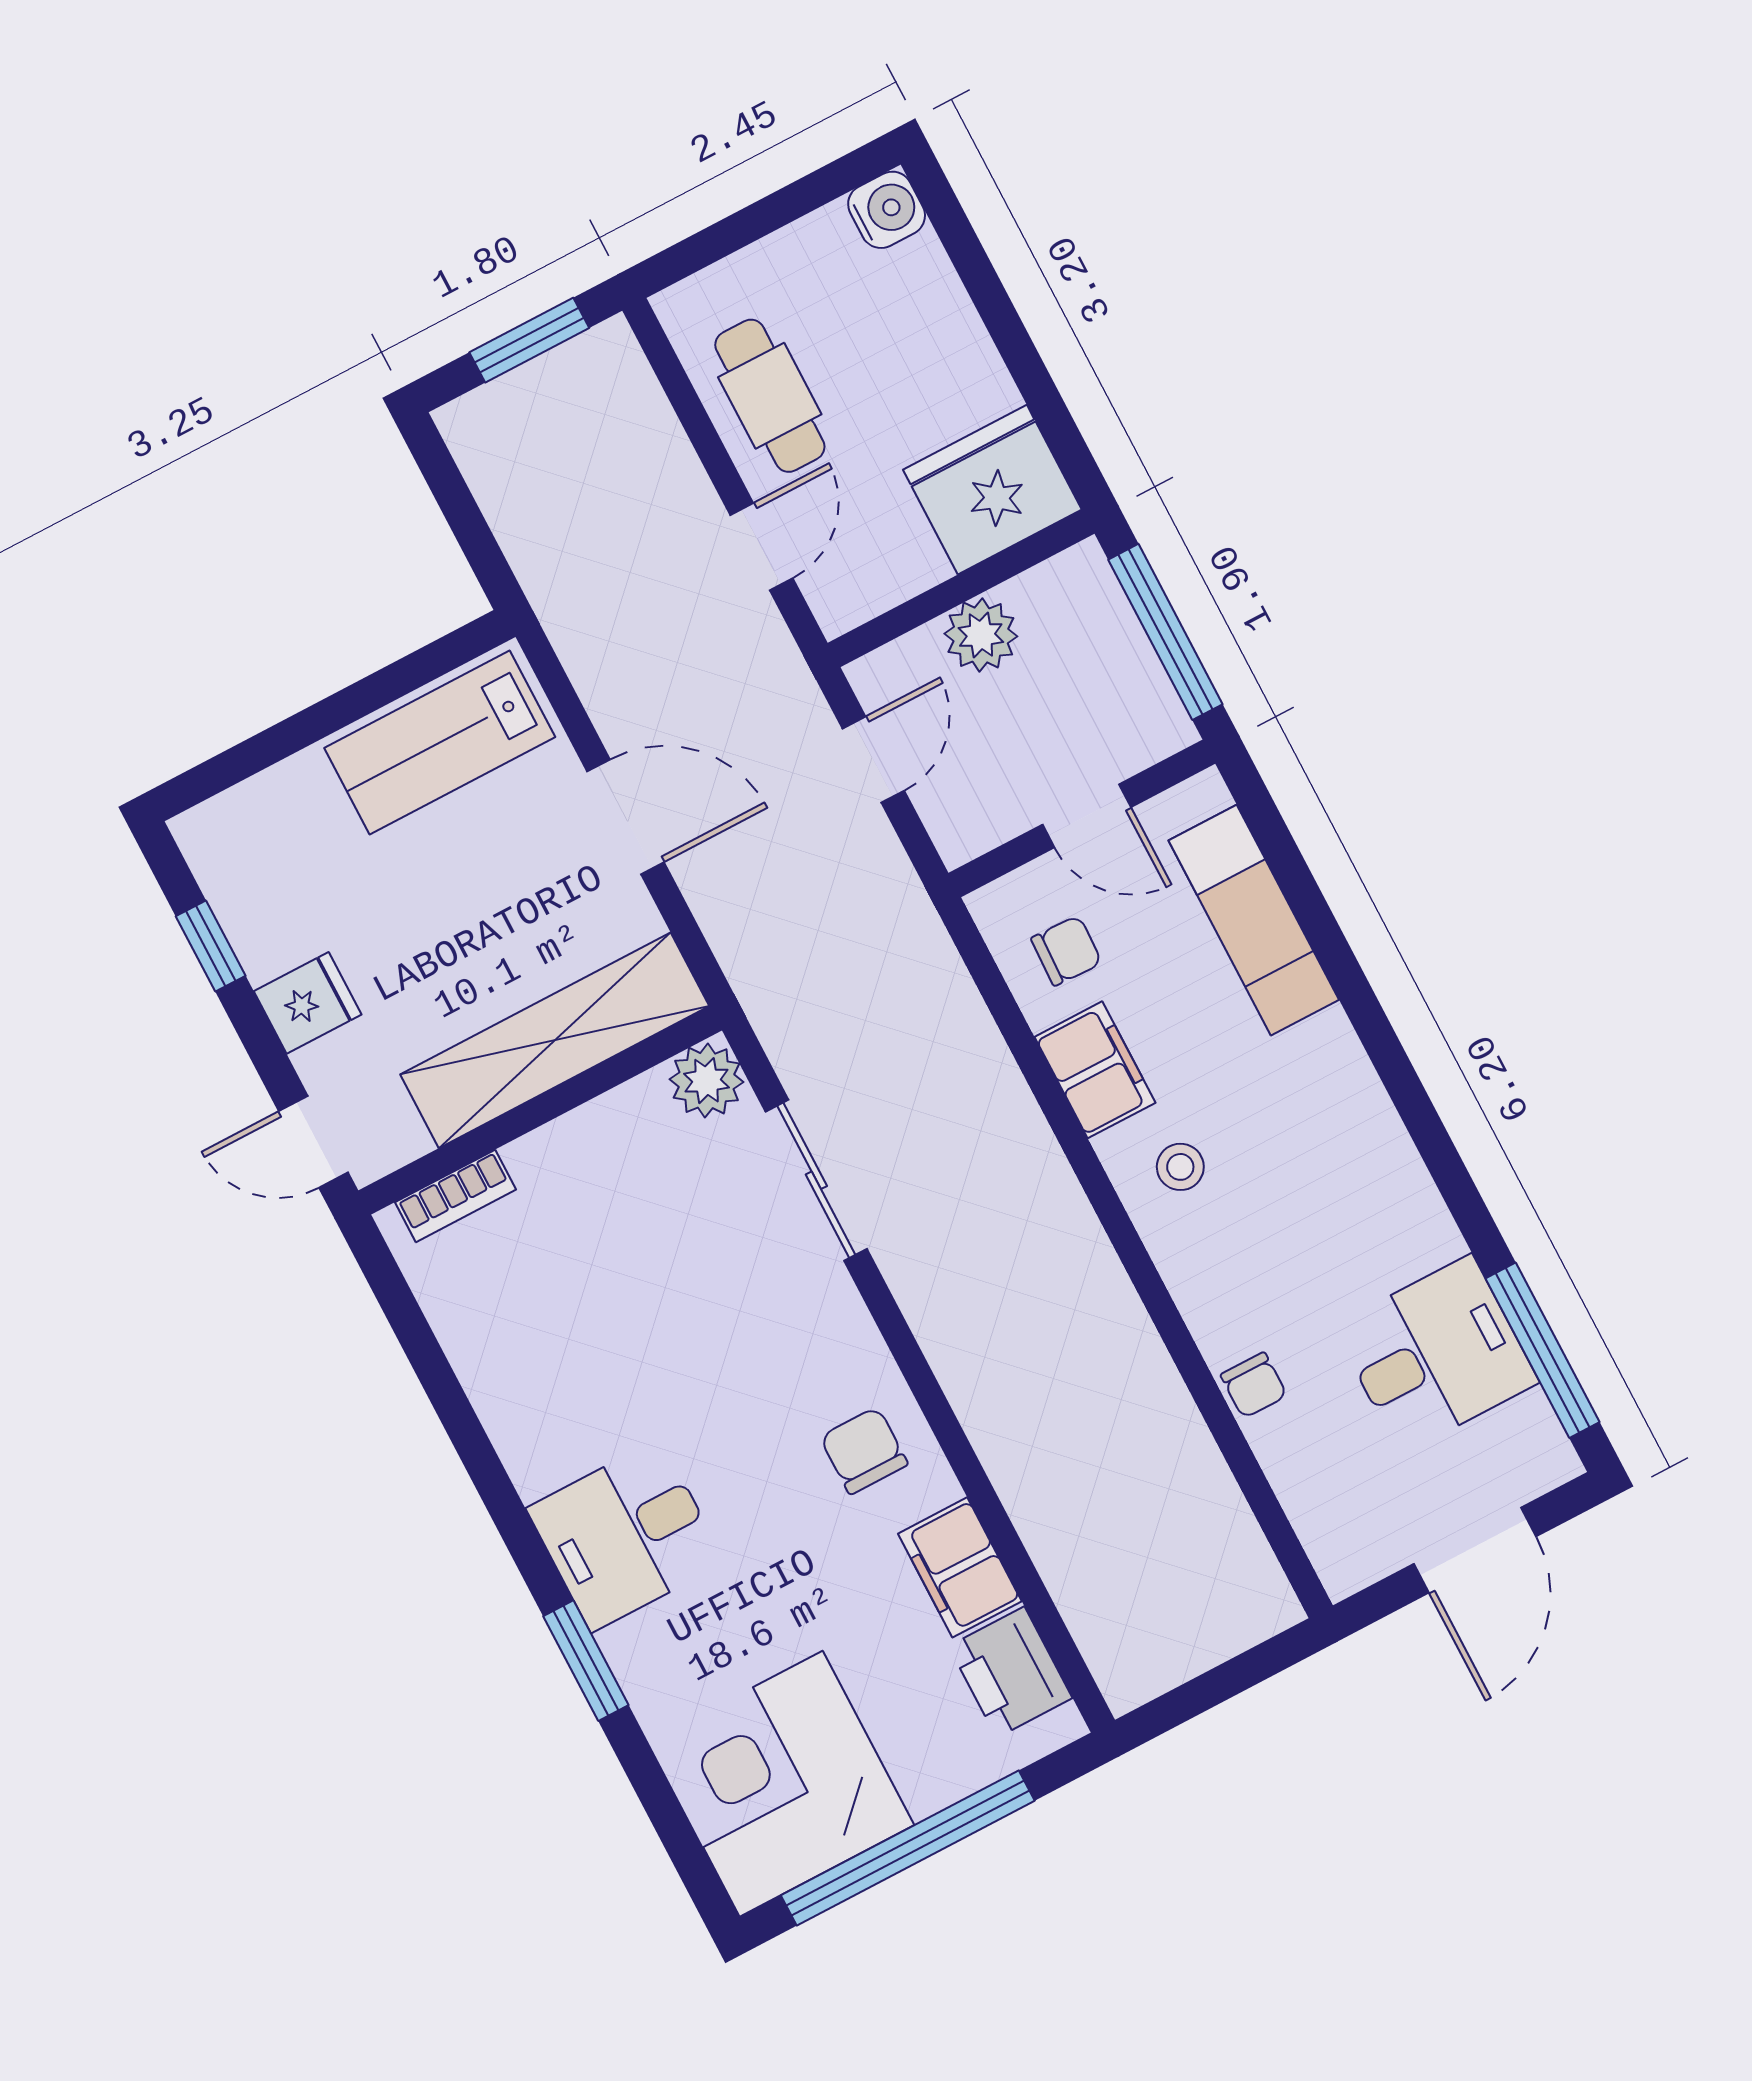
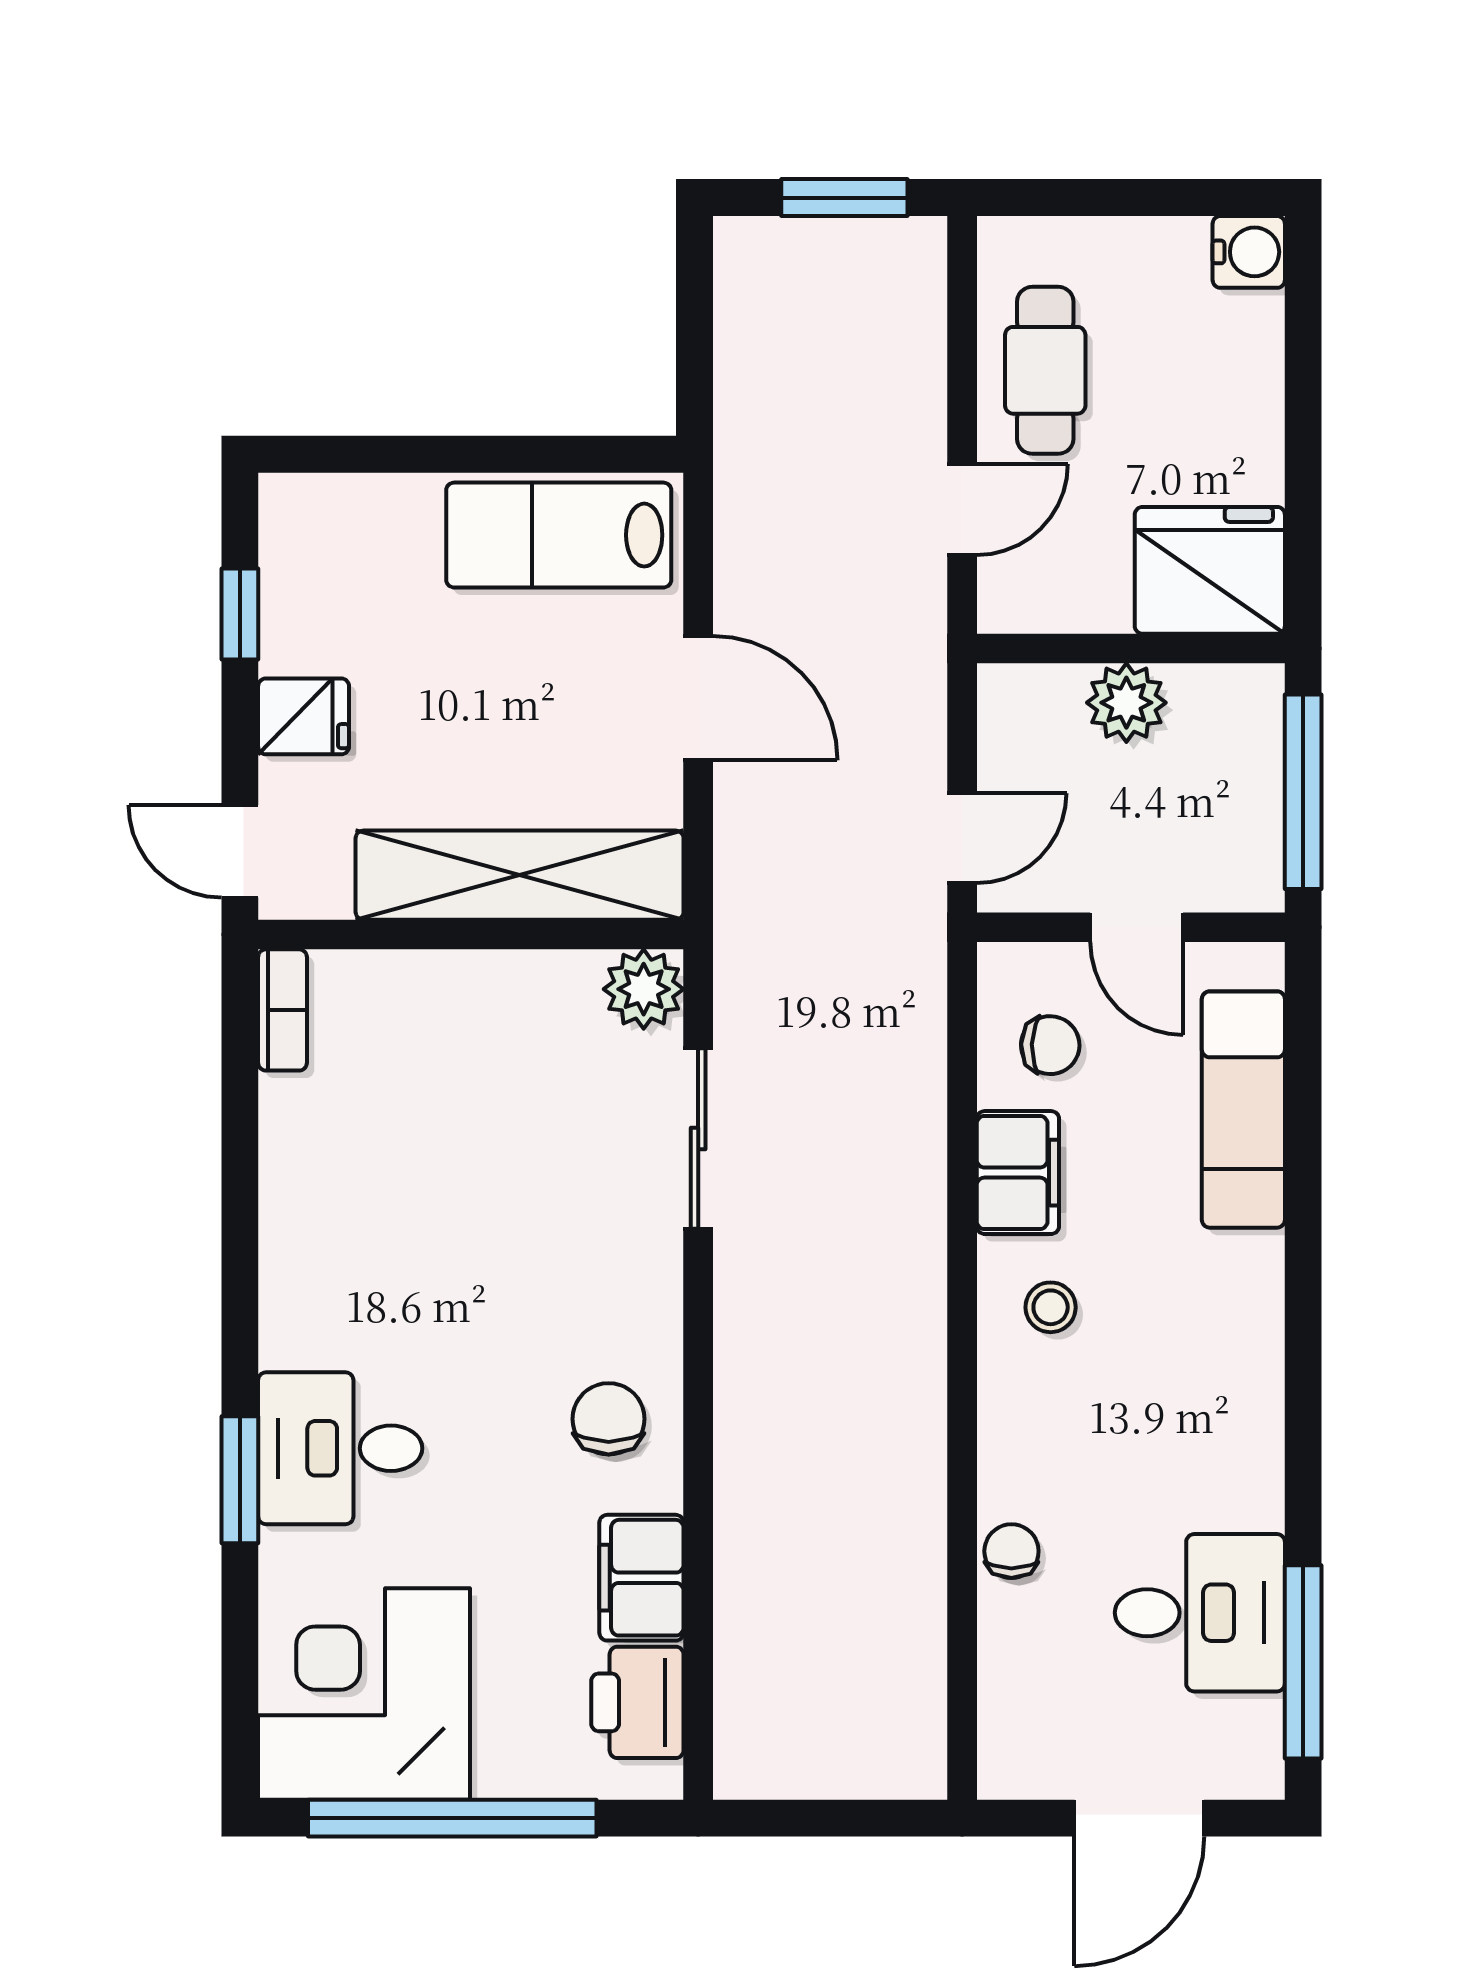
door: (873, 760) -> (962, 838), moved
bookcase: (455, 1196) -> (282, 1010), moved, turned -90
chair: (1254, 1385) -> (1011, 1551), turned 180
desk: (626, 1535) -> (340, 1448), moved

